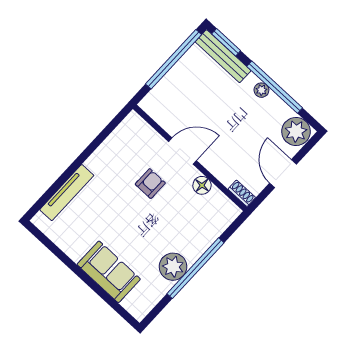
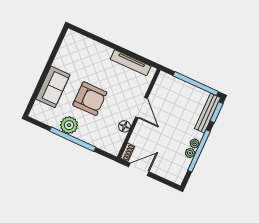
plant: (296, 131) -> (190, 153), moved, width x0.53, depth x0.53
door: (283, 174) -> (139, 169), moved
armchair: (150, 184) -> (90, 99), moved, width x1.88, depth x1.88
tv unit: (67, 193) -> (131, 63), moved

